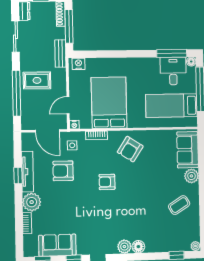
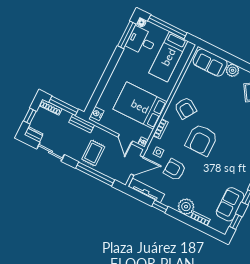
armchair: (63, 171) -> (175, 170), turned 93
tv unit: (27, 172) -> (147, 190), moved
armchair: (107, 182) -> (201, 140), width x1.88, depth x1.88

